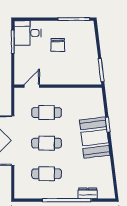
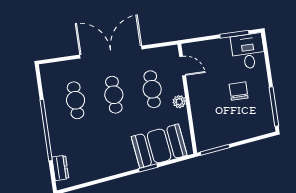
chair: (58, 45) -> (239, 91), turned 90
plant: (59, 93) -> (179, 102), added
booth: (95, 138) -> (159, 146), moved
dresser: (88, 193) -> (60, 168), moved

